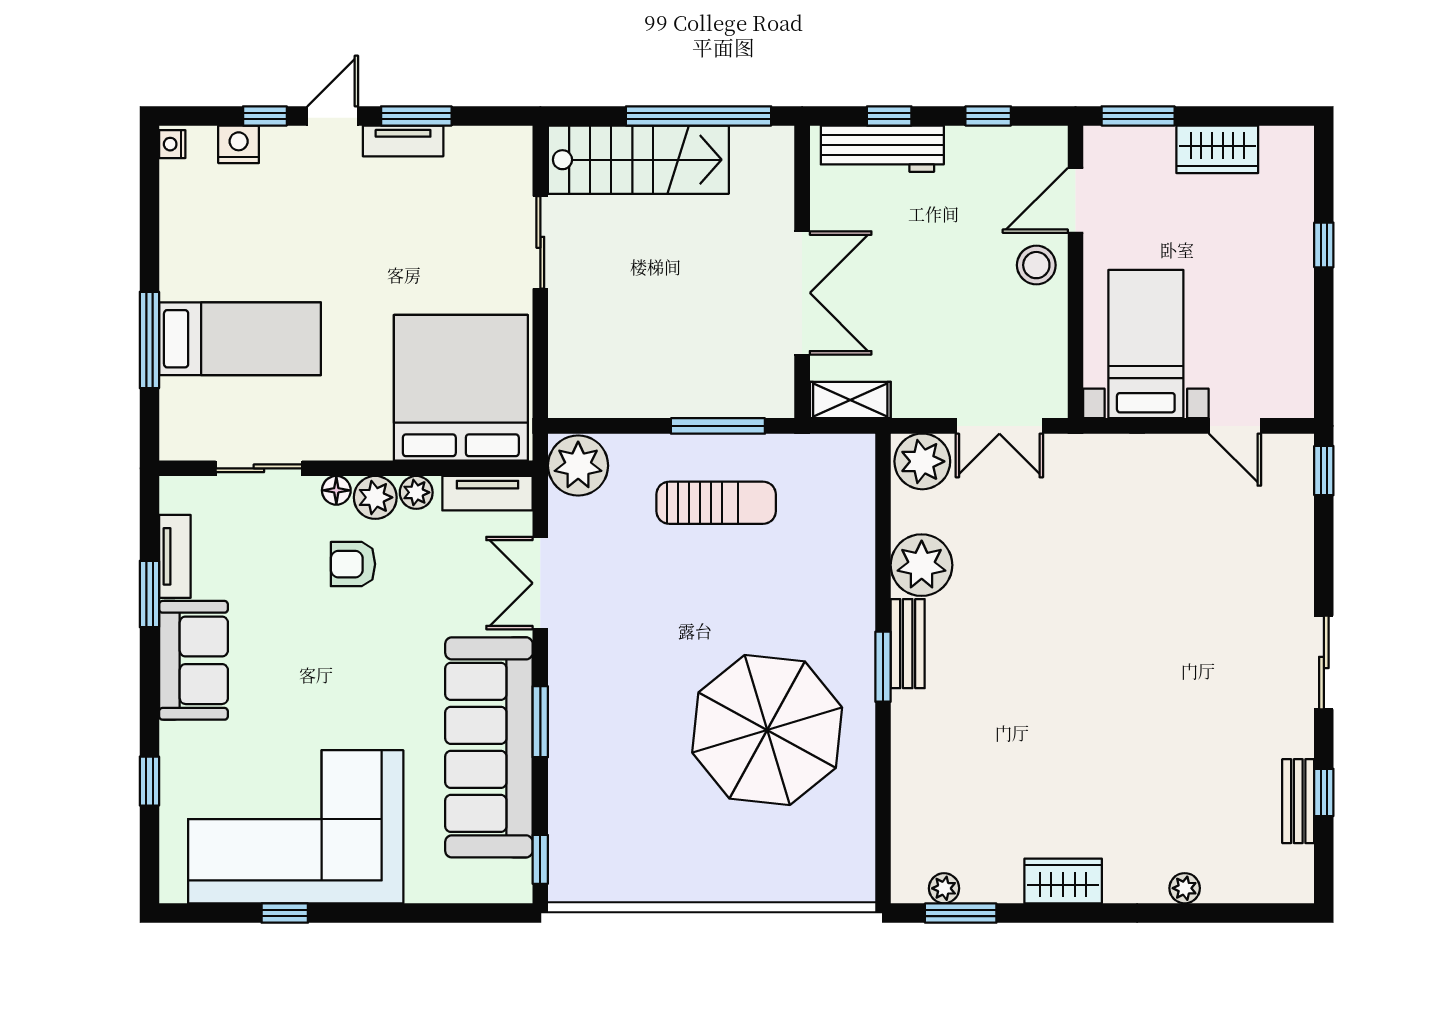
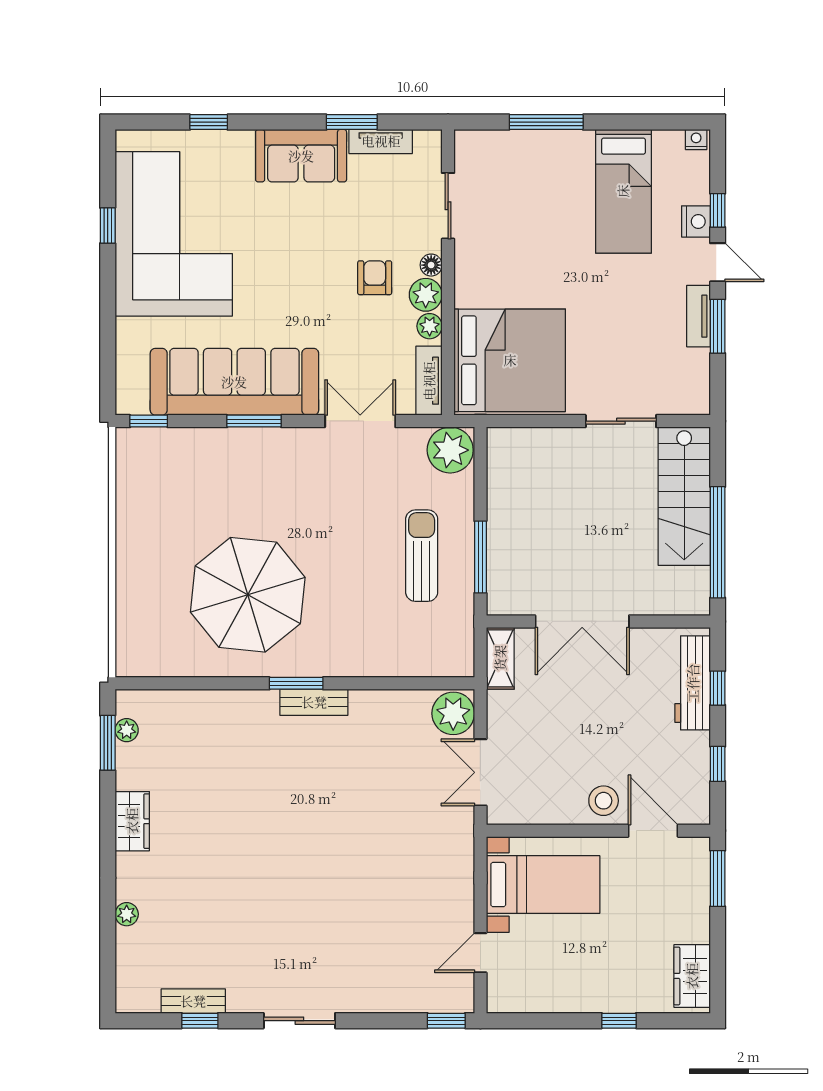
nightstand: (239, 144) -> (696, 221), moved
wardrobe: (1217, 149) -> (692, 976), moved
bed: (240, 339) -> (623, 191), moved
sun lounger: (716, 503) -> (422, 556), turned 180
plant: (922, 565) -> (374, 713), removed

